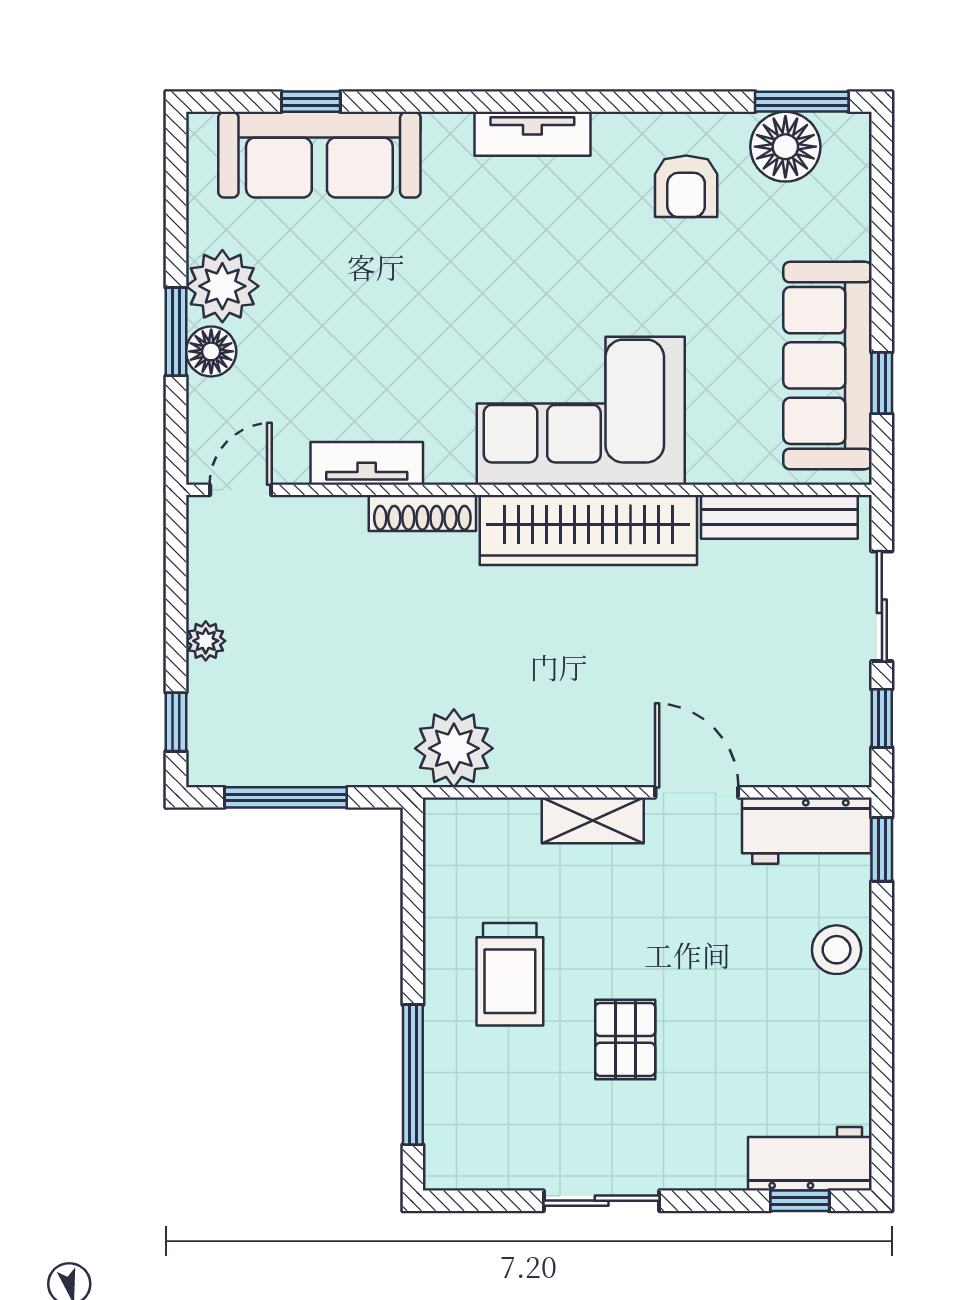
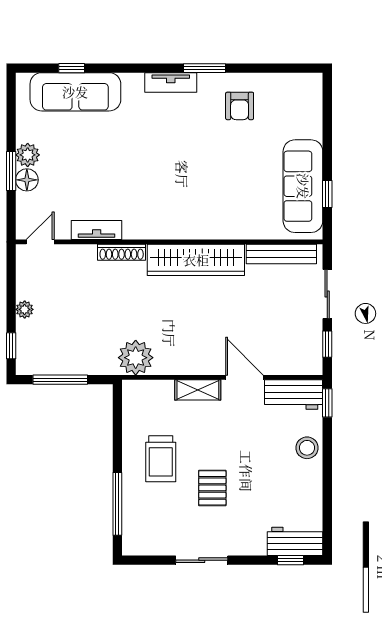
window: (802, 102) -> (205, 68), moved
floor lamp: (785, 147) -> (284, 88), removed
plant: (222, 286) -> (28, 155), width x0.73, depth x0.73
corner sofa: (581, 411) -> (192, 206), removed

